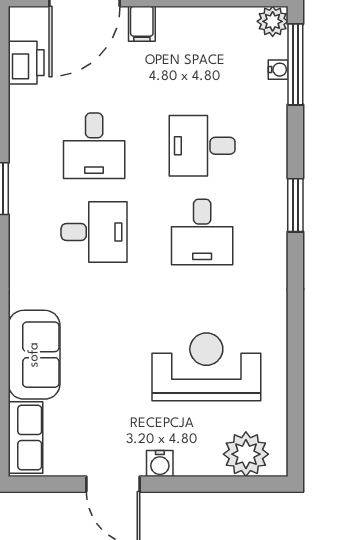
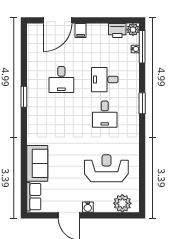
printer: (26, 63) -> (117, 31), moved, turned 90
desk: (94, 232) -> (61, 114), removed

